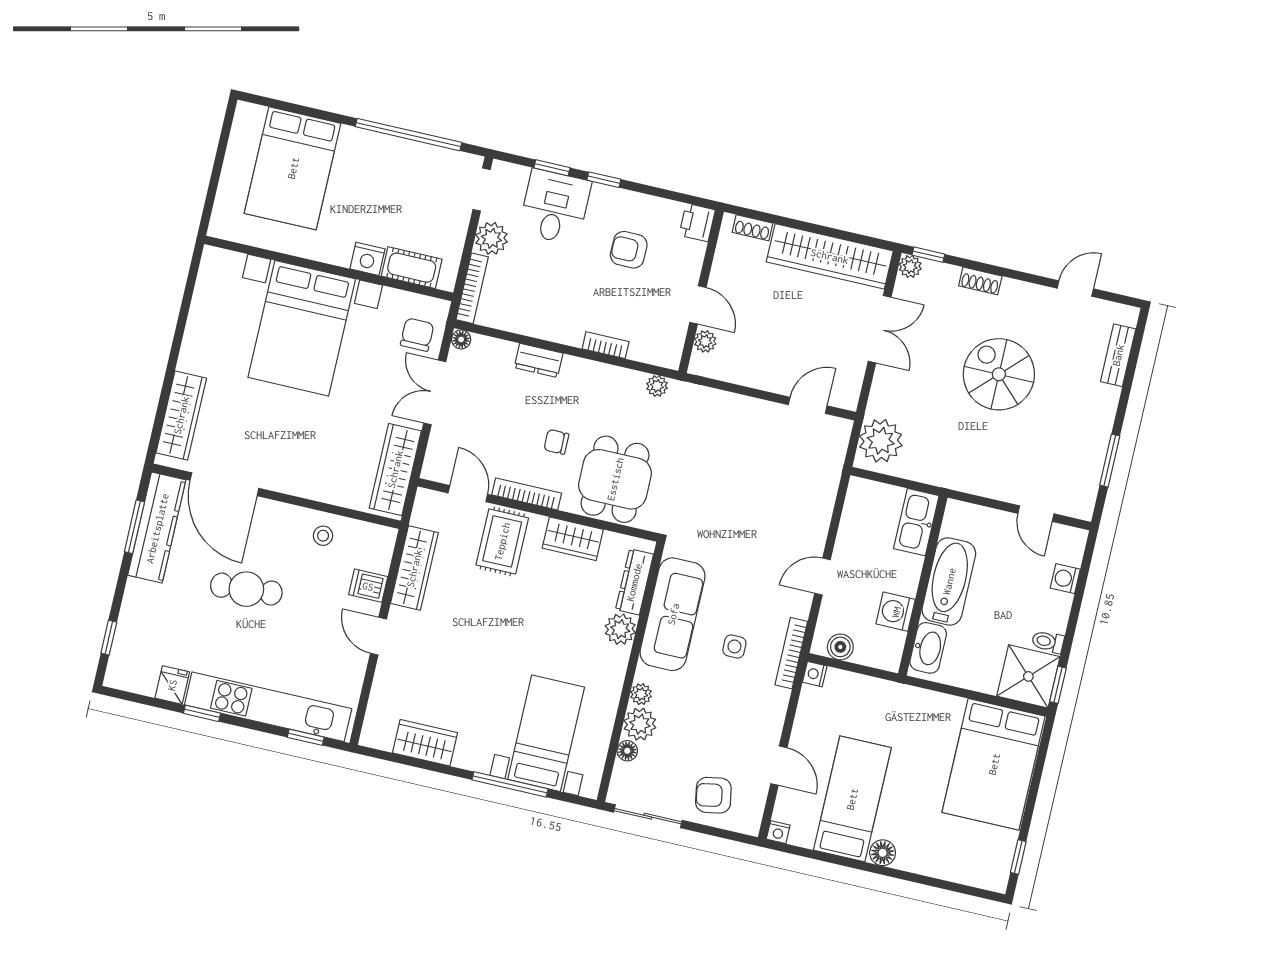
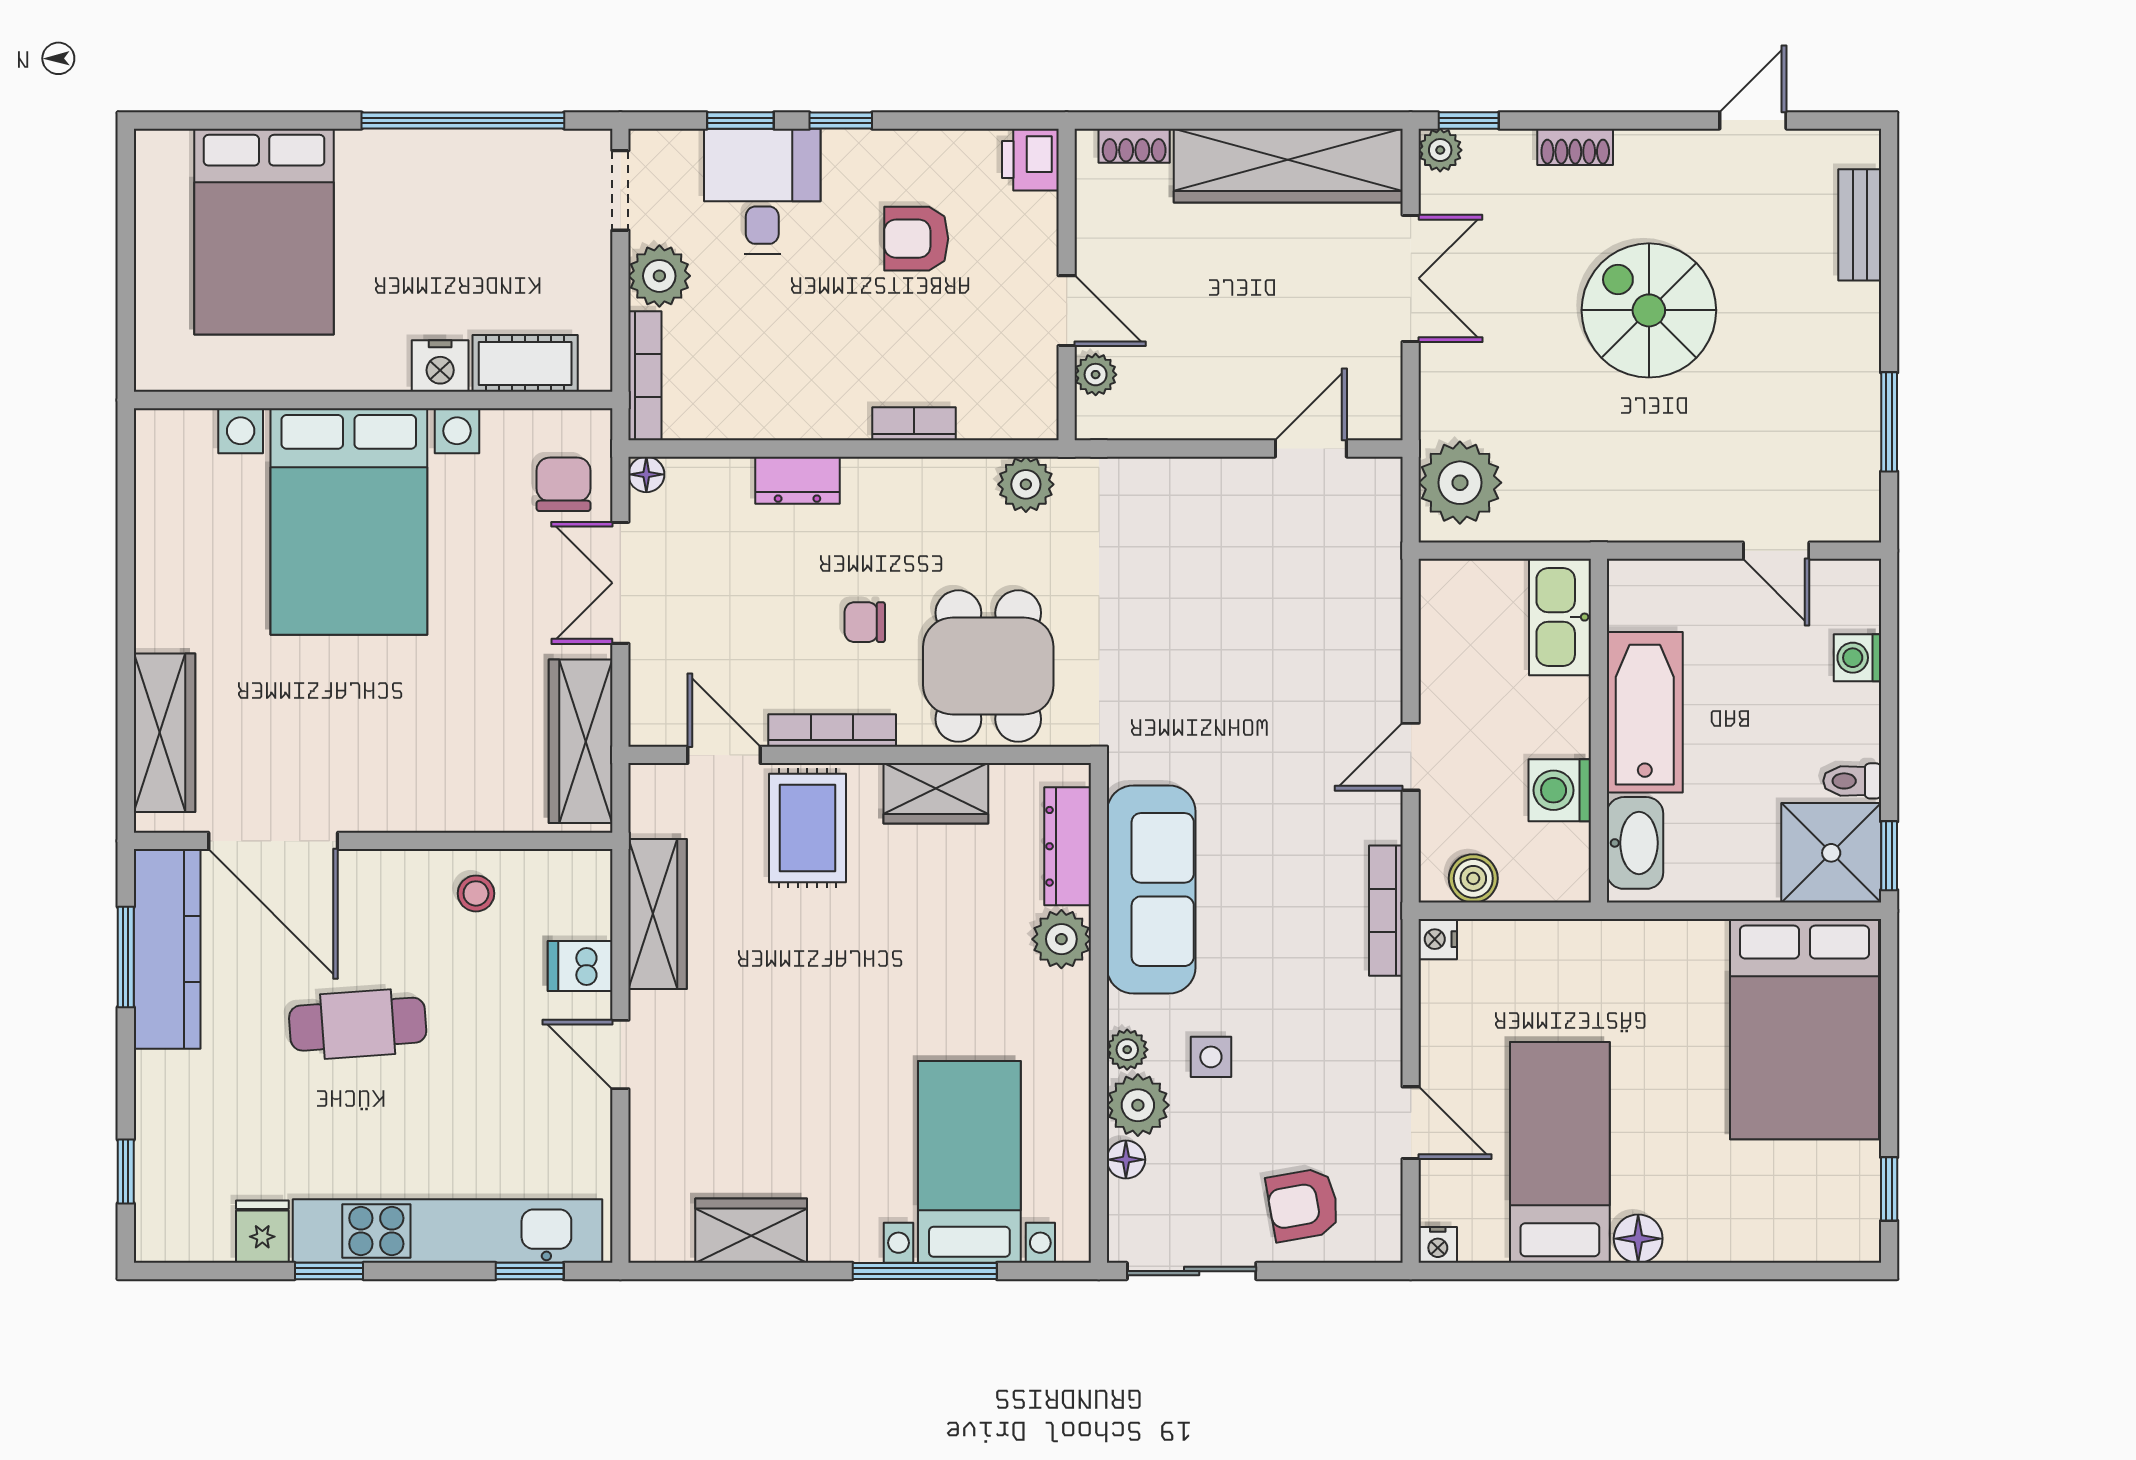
plant: (657, 386) -> (1026, 484), width x1.38, depth x1.38
side table: (734, 646) -> (1211, 1057), moved

